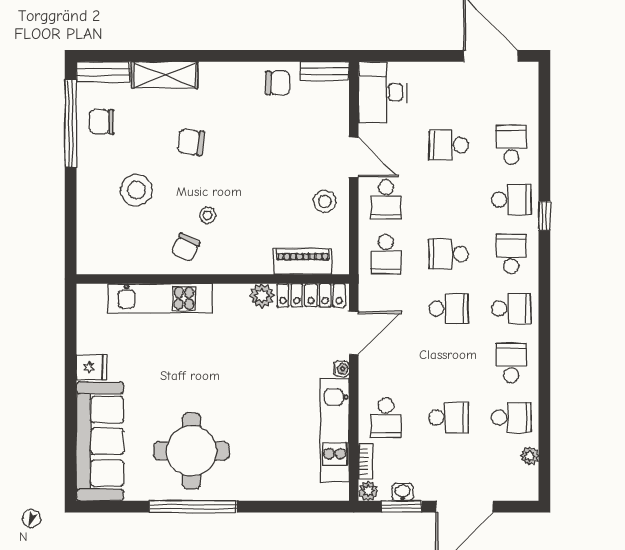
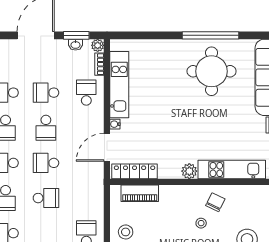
school desk: (386, 254) -> (46, 128), moved, turned 180
plant: (262, 296) -> (189, 171), moved

